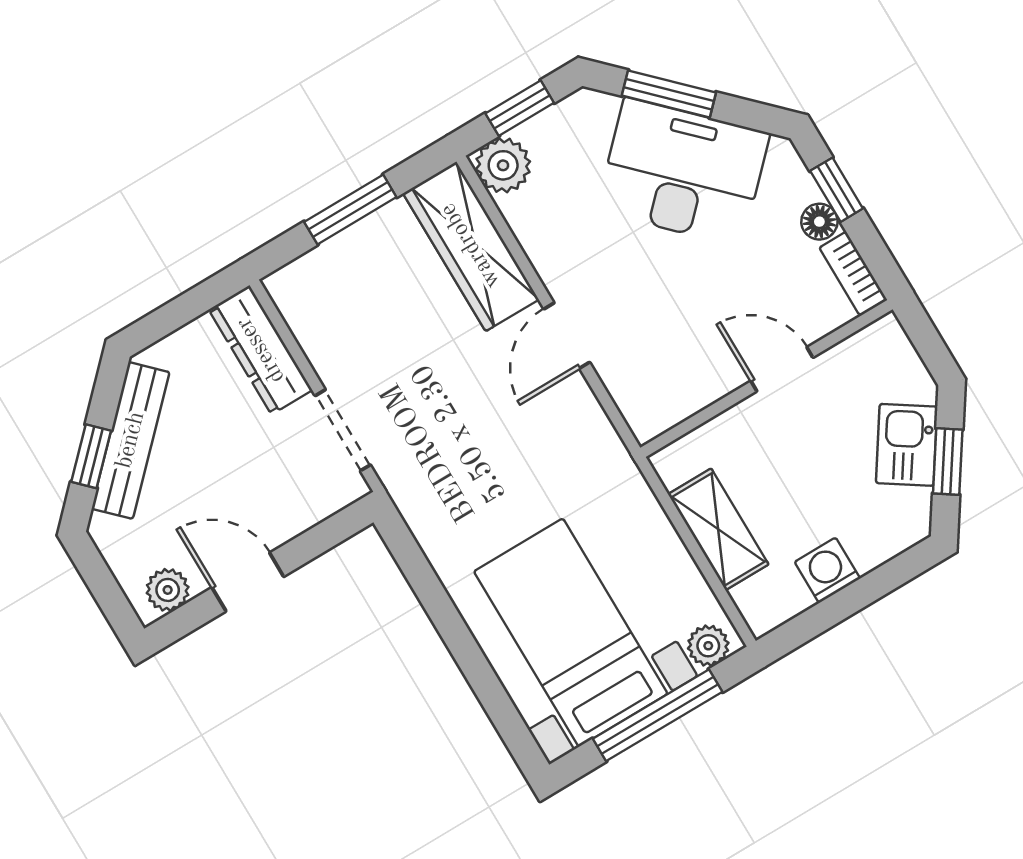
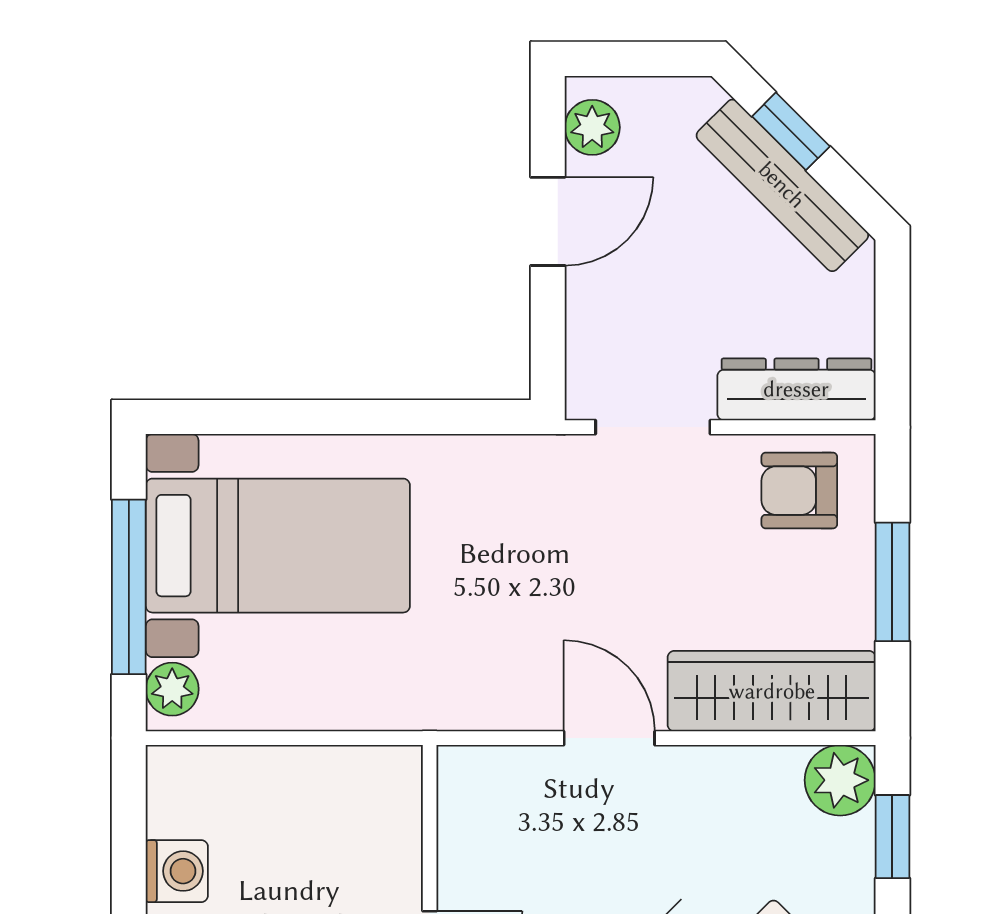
armchair: (327, 308) -> (799, 491), added
shelving: (718, 529) -> (294, 777), removed

